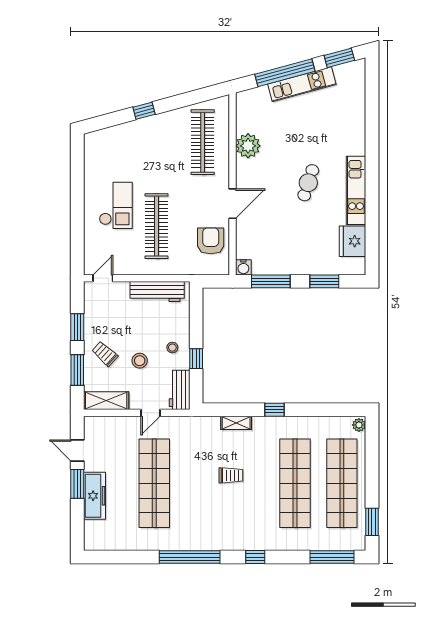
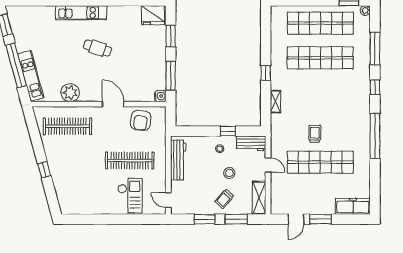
kitchen unit: (302, 84) -> (31, 76), moved
kitchen unit: (356, 190) -> (81, 13), moved
checkout: (116, 205) -> (130, 196), moved, turned 90
armchair: (211, 241) -> (141, 120), turned -83
fridge: (353, 241) -> (153, 15), moved
plant: (359, 425) -> (365, 10), moved
trolley: (231, 475) -> (315, 134), moved
freezer: (95, 496) -> (353, 206), moved
window: (332, 557) -> (375, 48), moved

